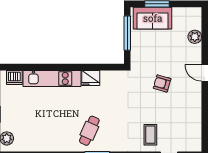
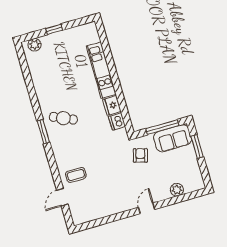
sofa: (153, 18) -> (173, 138), moved, turned -90
dishwasher: (14, 77) -> (117, 121), moved
armchair: (162, 83) -> (140, 155), moved

